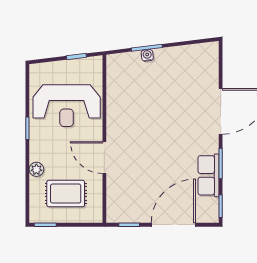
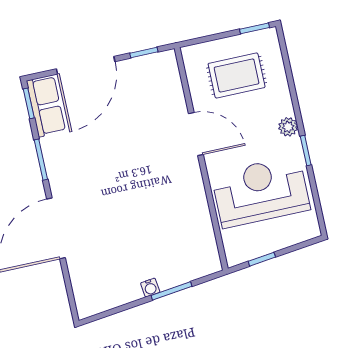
water cooler: (147, 55) -> (150, 288), moved
plant: (36, 169) -> (288, 127), moved
row of seats: (208, 175) -> (46, 106), moved

